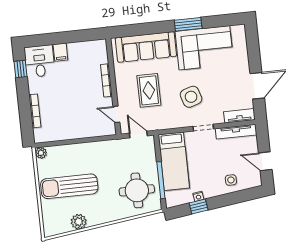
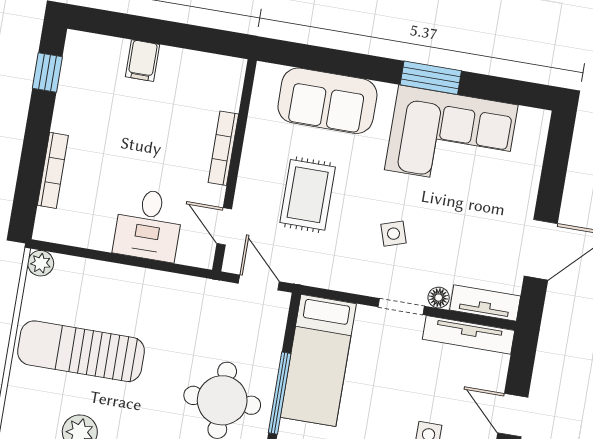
sofa: (146, 47) -> (327, 101), width x0.73
desk: (40, 61) -> (149, 225), moved, turned 180
side table: (191, 97) -> (393, 234), width x0.54, depth x0.54
floor lamp: (218, 119) -> (439, 298), added

